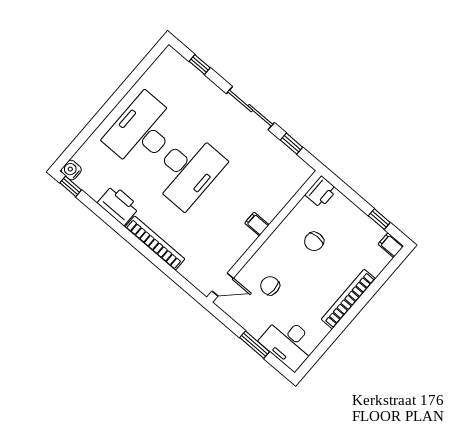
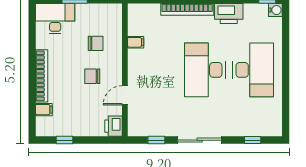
filing cabinet: (257, 224) -> (136, 42), moved
chair: (314, 241) -> (92, 76), moved, turned -90
filing cabinet: (391, 245) -> (44, 110), moved
door: (223, 285) -> (125, 95), moved

